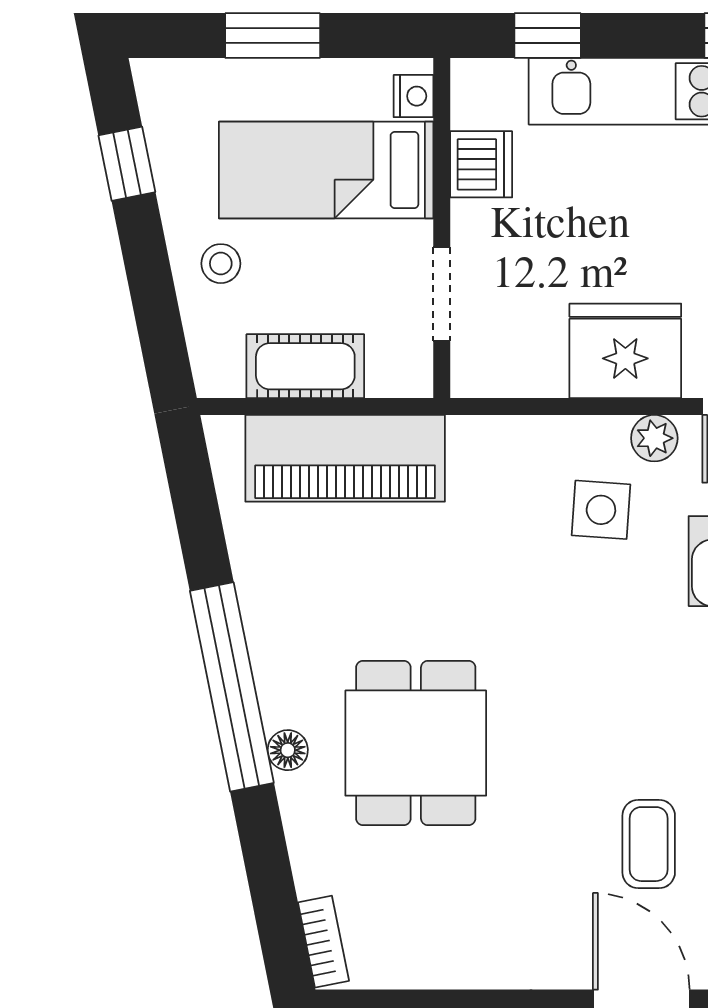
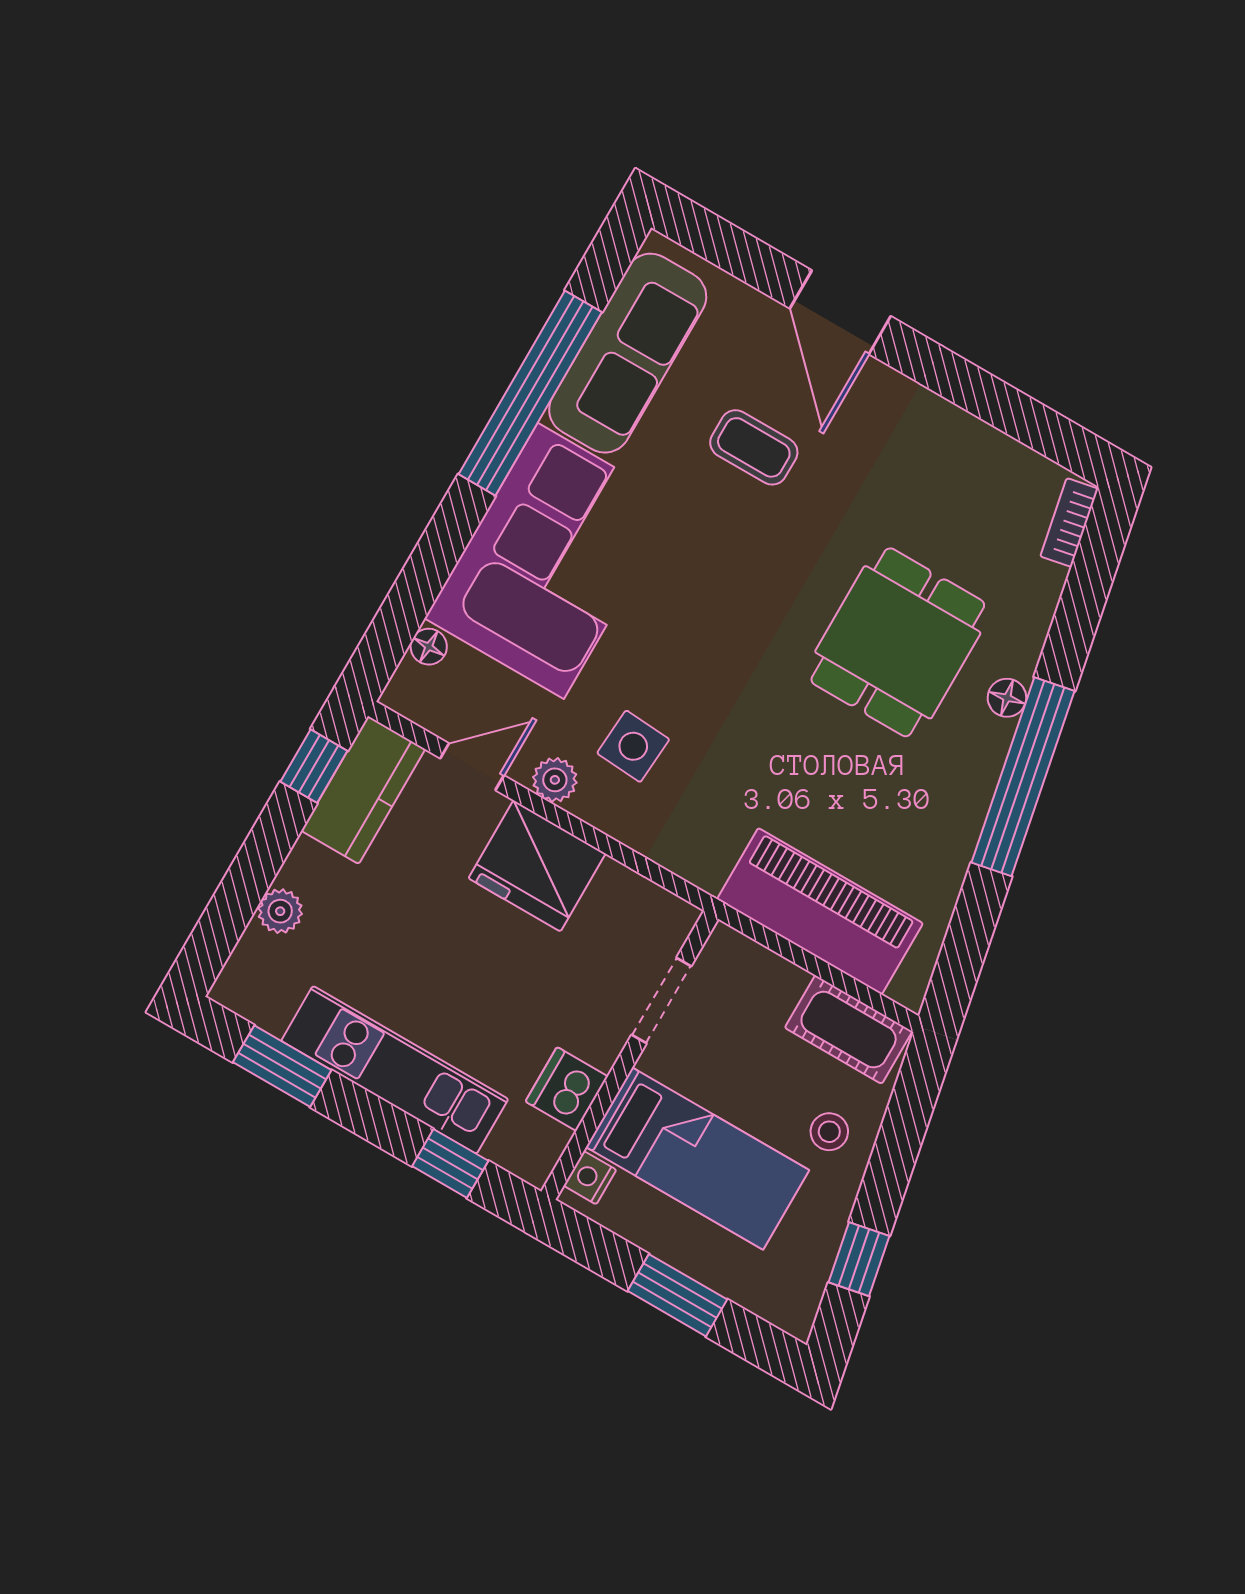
cot: (305, 366) -> (849, 1030), moved
coffee table: (649, 844) -> (754, 447), turned 90

